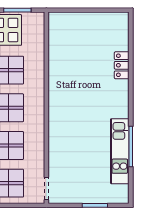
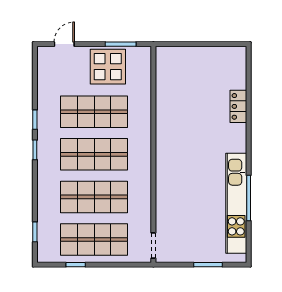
kitchen unit: (120, 151) -> (236, 203), width x1.36

